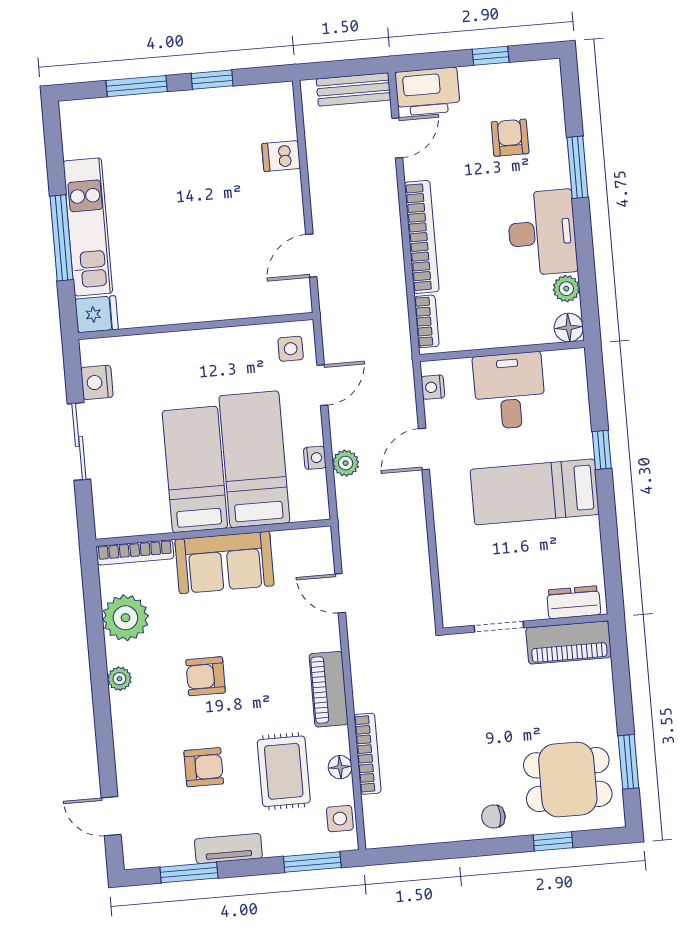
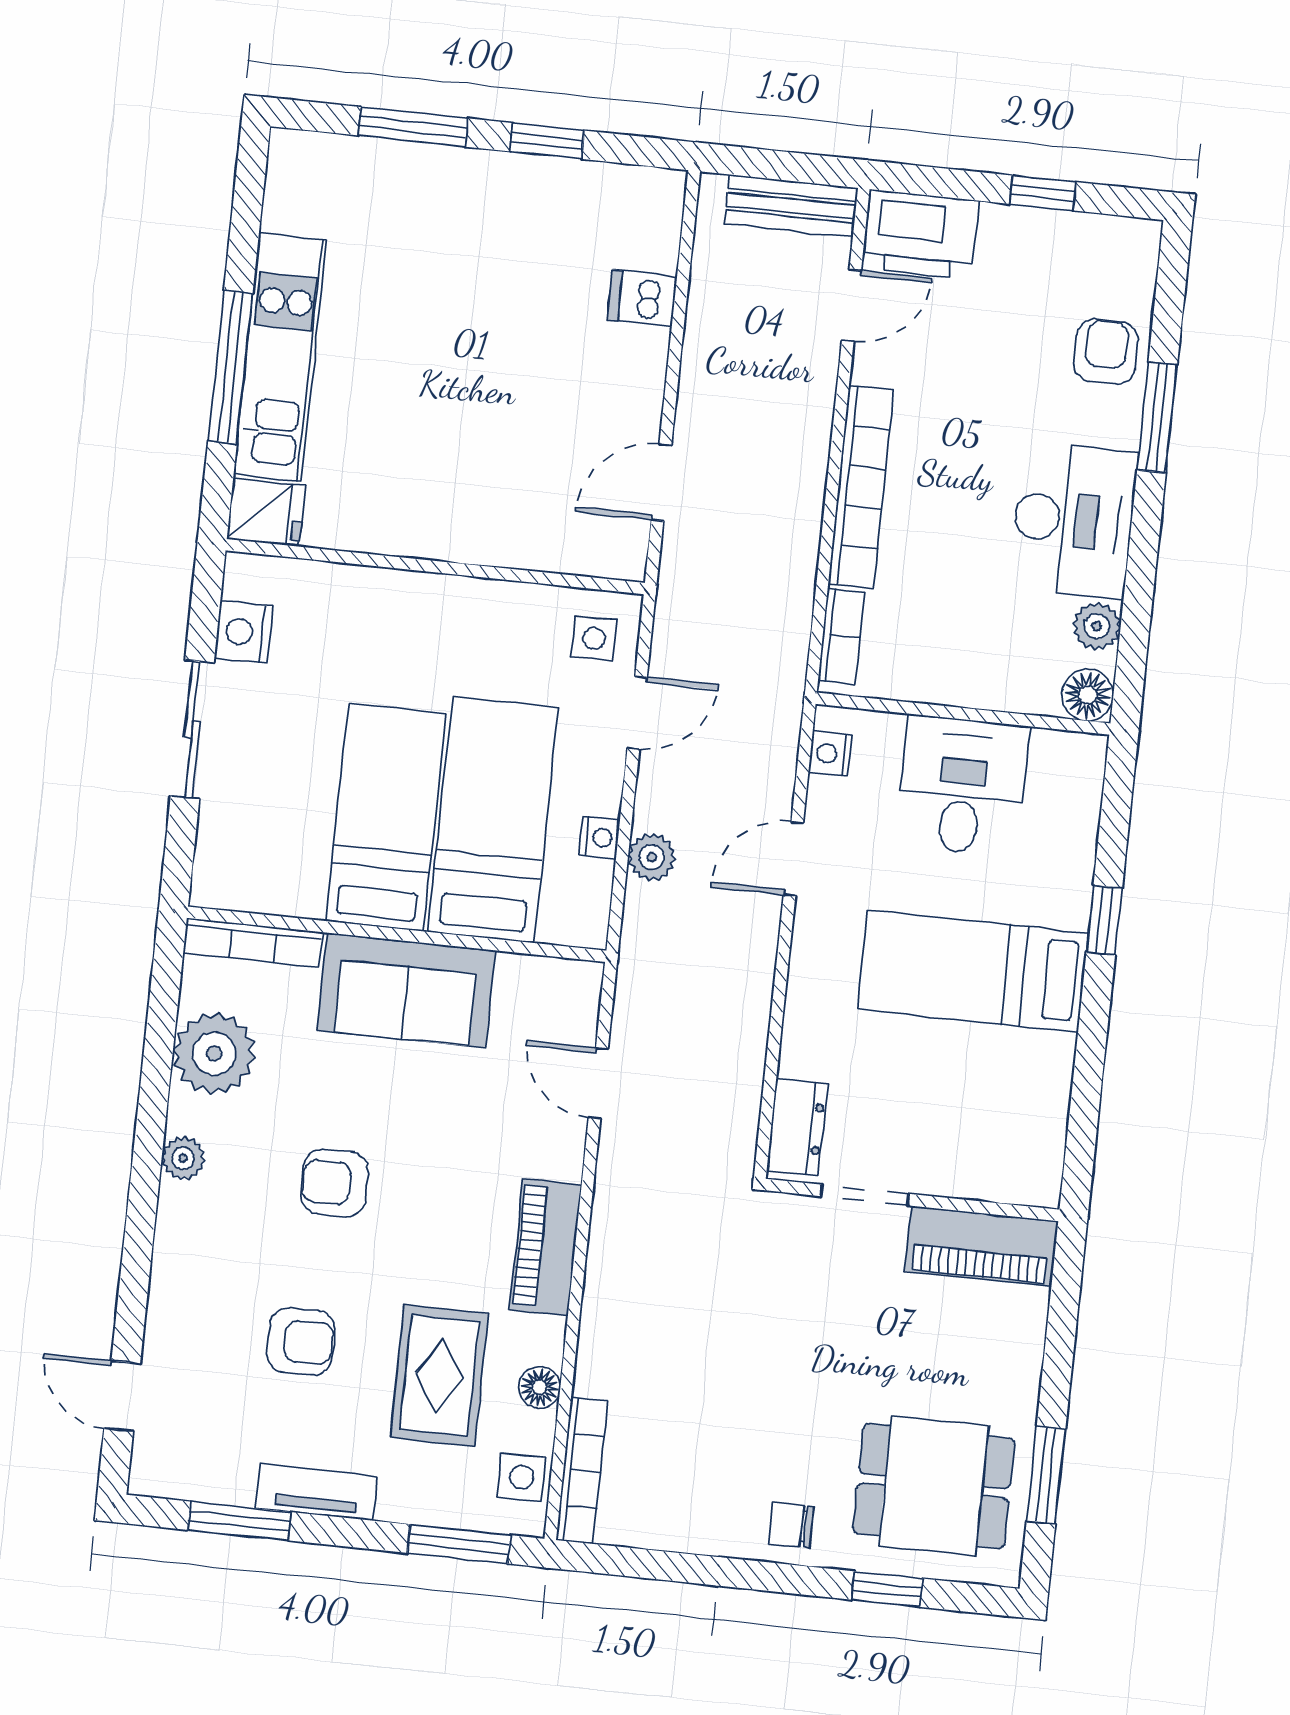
armchair: (510, 138) -> (1106, 352), moved
dresser: (574, 602) -> (797, 1127), moved, turned 90
bookcase: (367, 754) -> (582, 1471), moved

